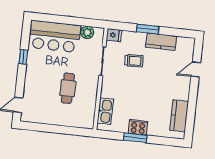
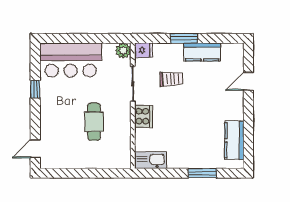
plant: (87, 32) -> (123, 51), moved
kitchen sink: (105, 111) -> (151, 160), moved, turned -90
cooker: (138, 127) -> (143, 116), moved, turned 90
window: (135, 138) -> (202, 173), moved

